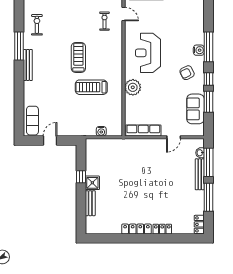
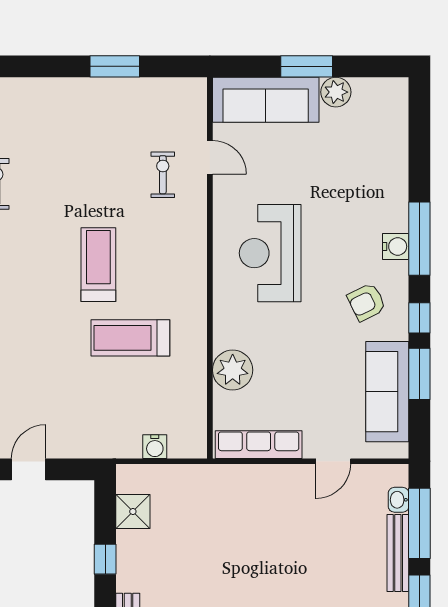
plant: (133, 87) -> (233, 370), moved
sofa: (195, 109) -> (387, 392), width x1.36
shower: (92, 183) -> (133, 511), moved

